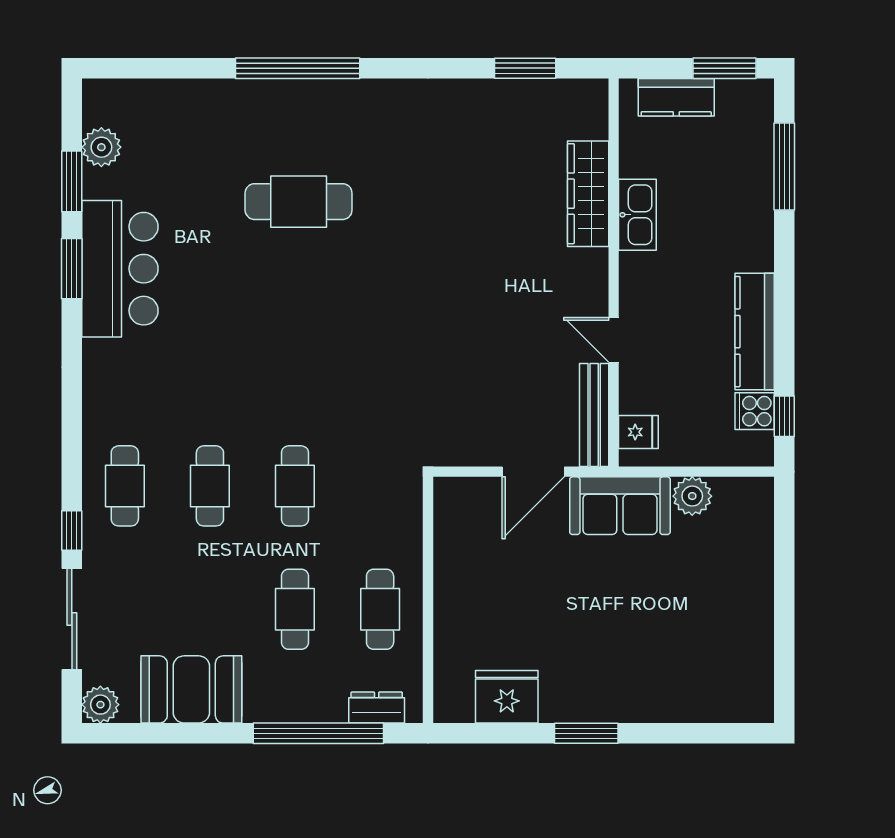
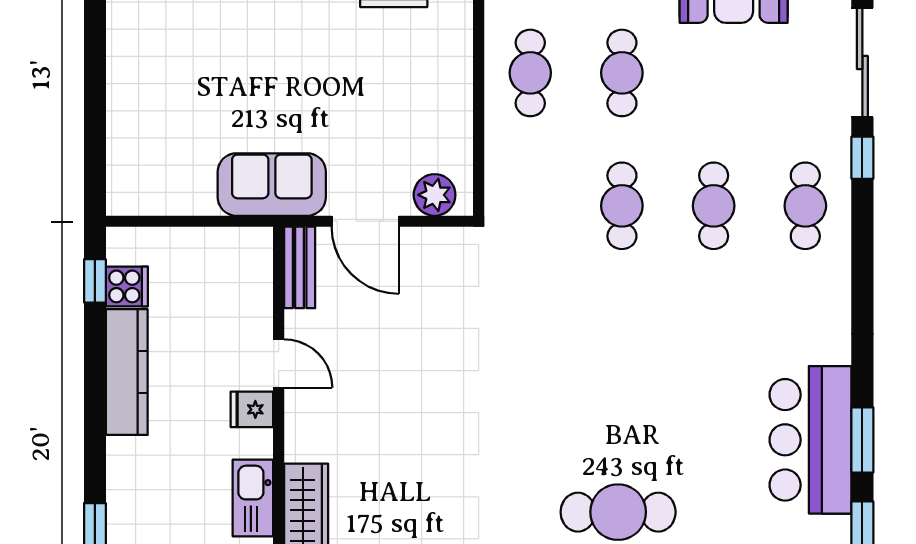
bench: (594, 415) -> (300, 267), width x0.73
fridge: (638, 432) -> (252, 409), moved
door: (533, 472) -> (365, 221), swing flipped
plant: (692, 496) -> (435, 195), moved

